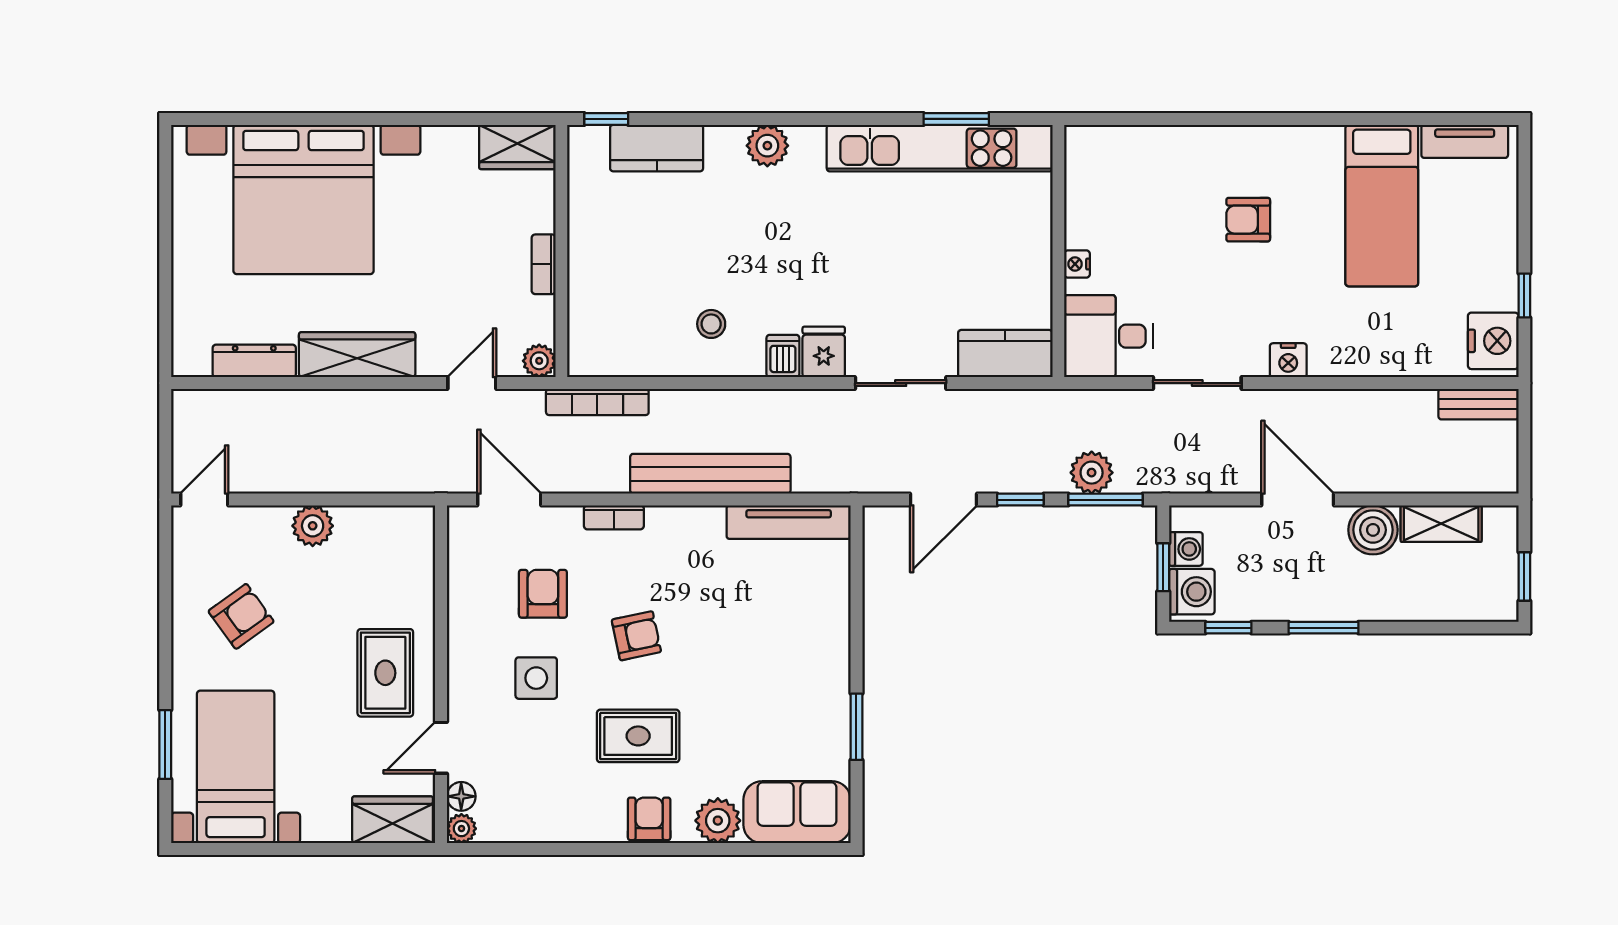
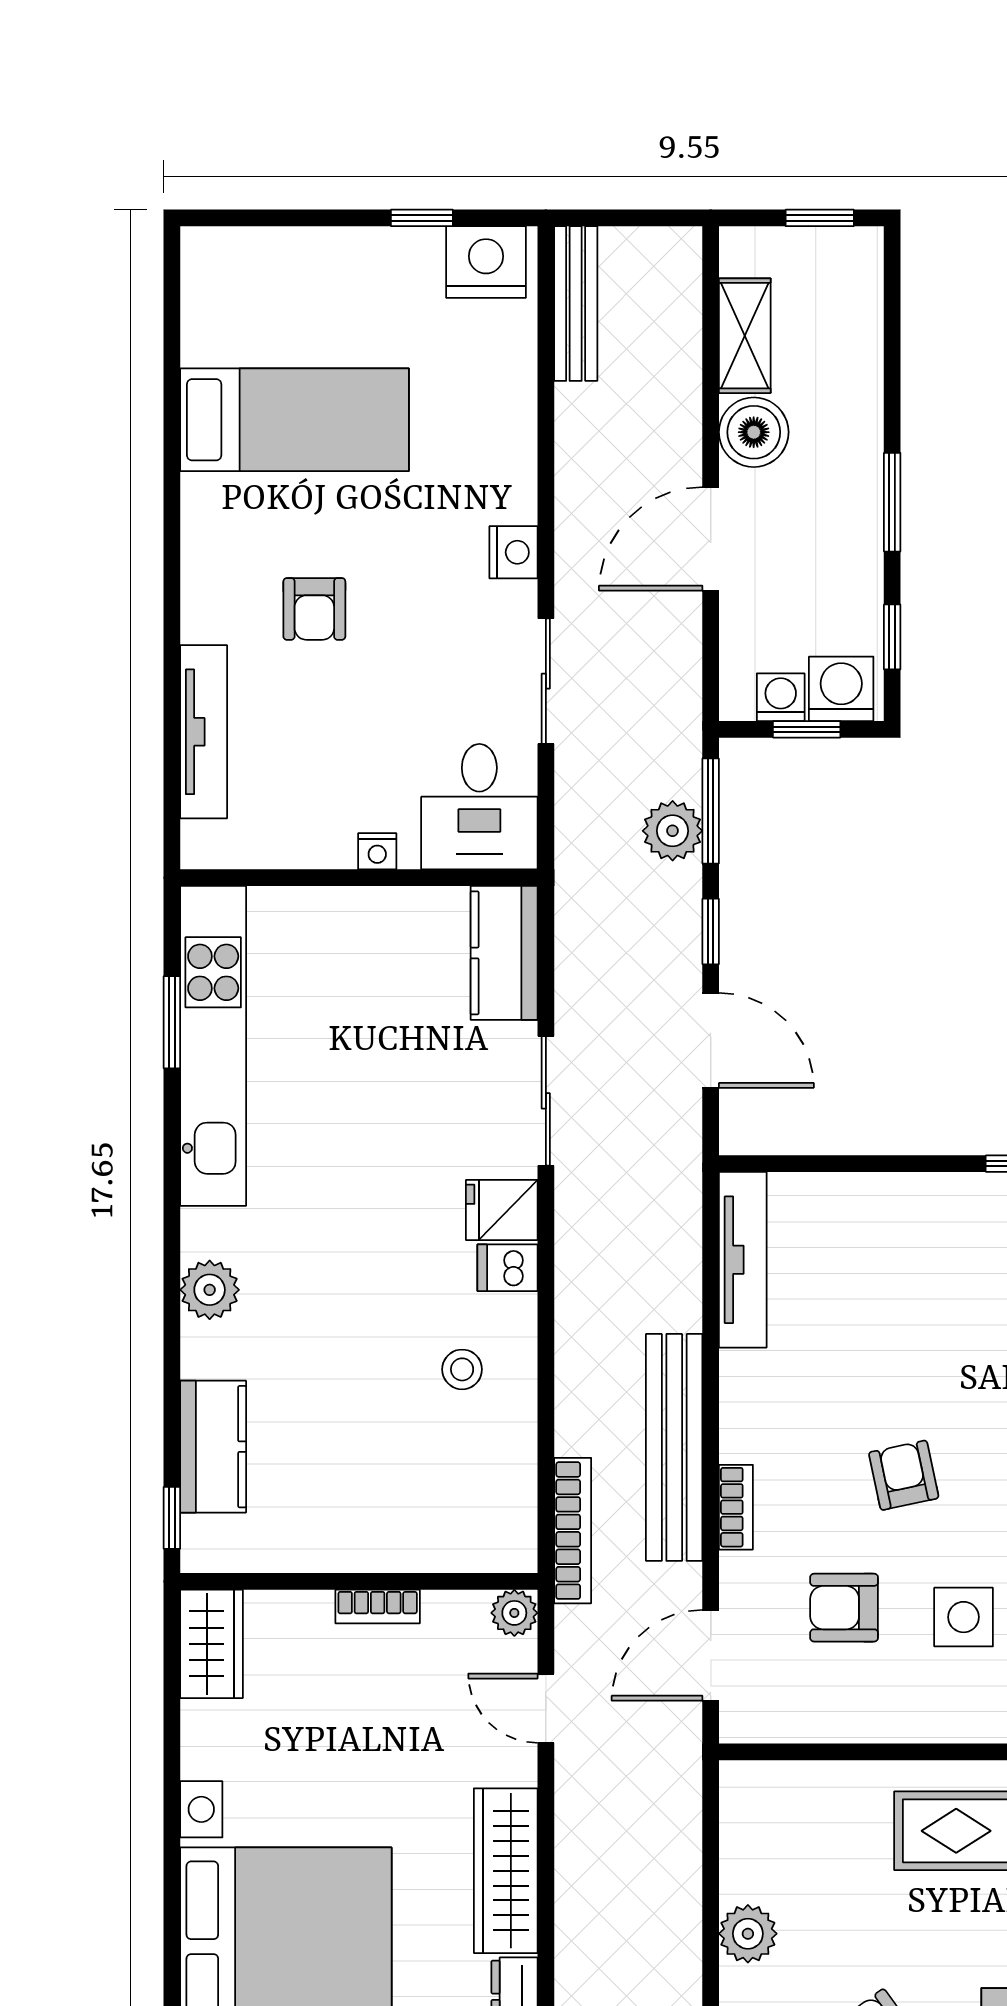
tv unit: (1465, 141) -> (204, 732), moved, width x1.41
bench: (1478, 404) -> (576, 304), width x1.36
bench: (710, 474) -> (674, 1447), moved

